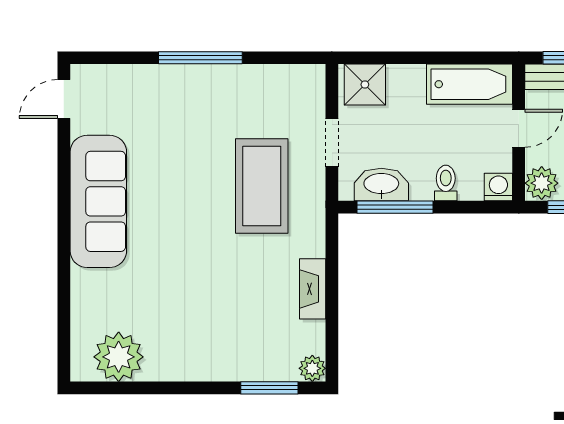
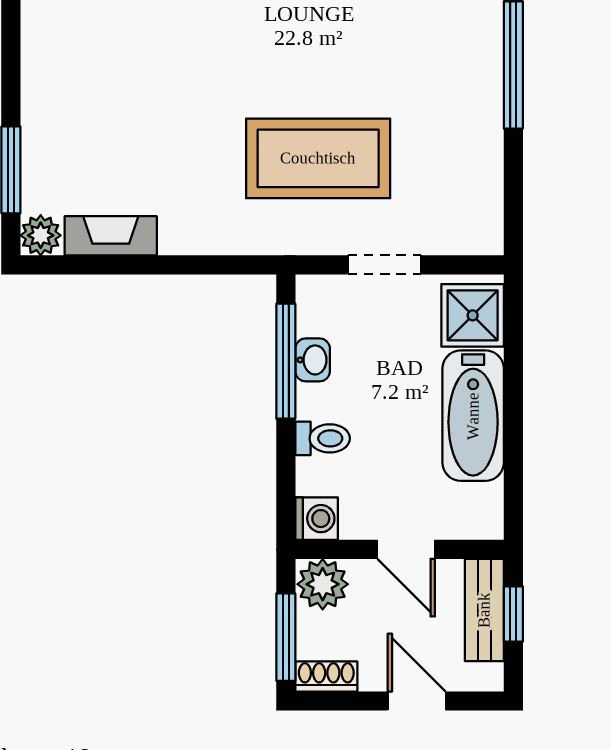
bathtub: (470, 84) -> (473, 416), moved
washbasin: (381, 185) -> (313, 360), width x0.52, depth x0.69
fireplace: (313, 289) -> (111, 236), moved

